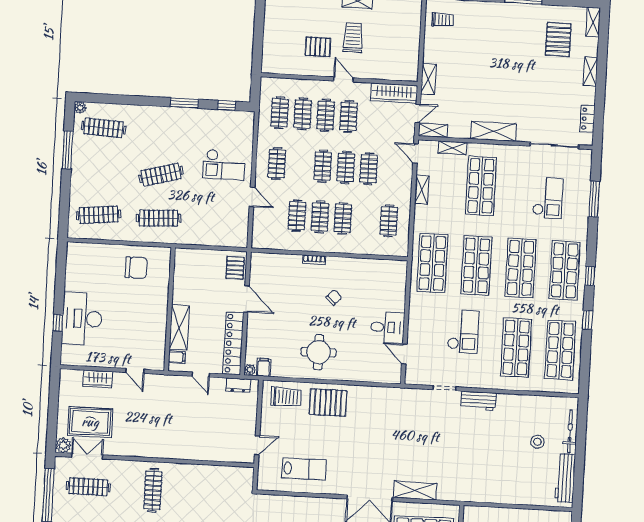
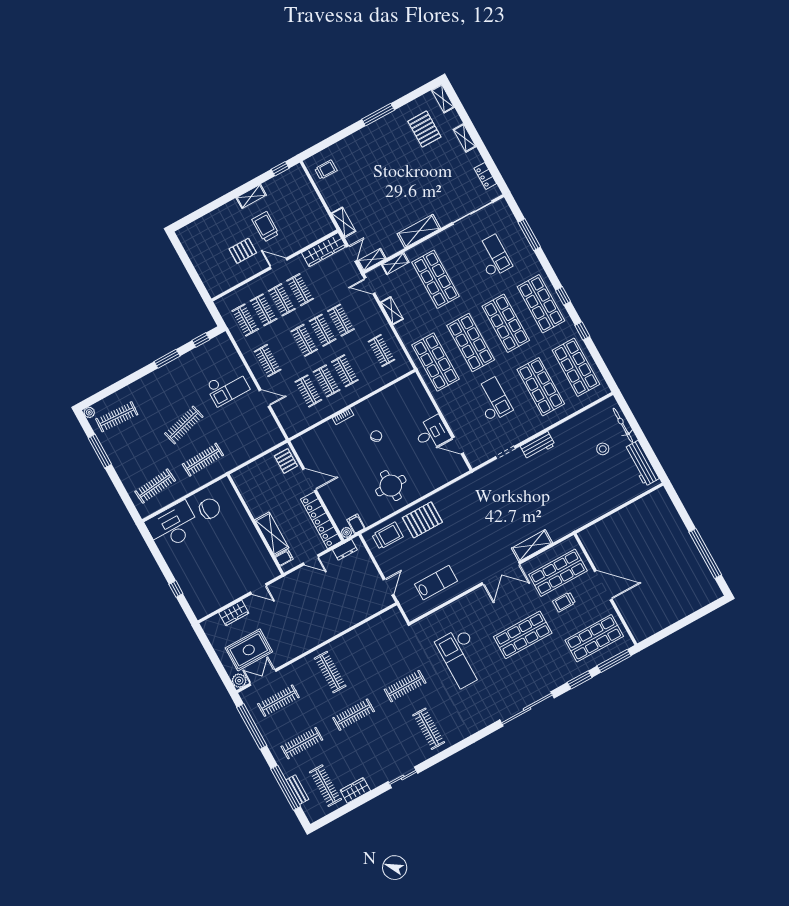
desk: (82, 319) -> (173, 526), moved, turned 90

